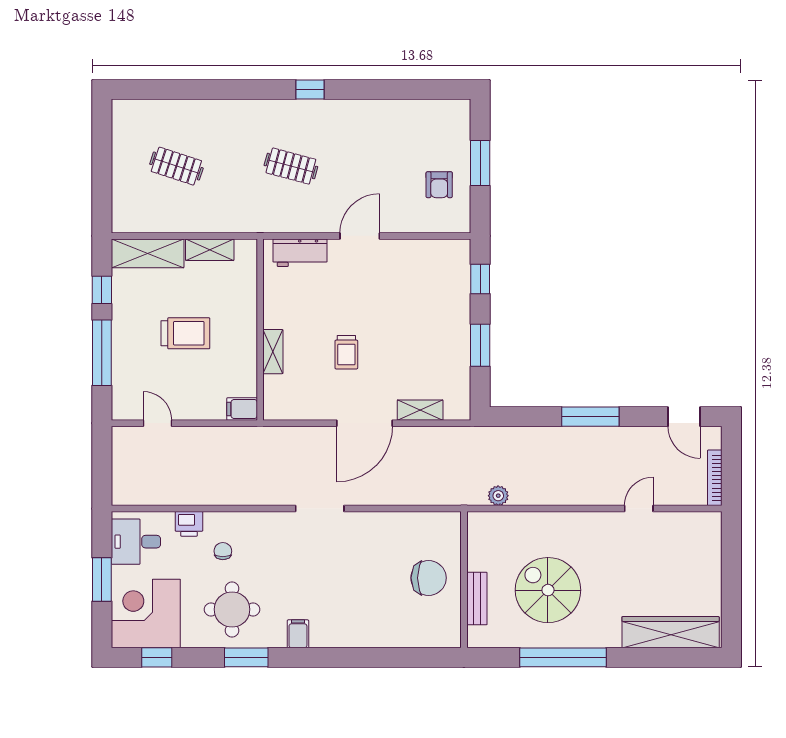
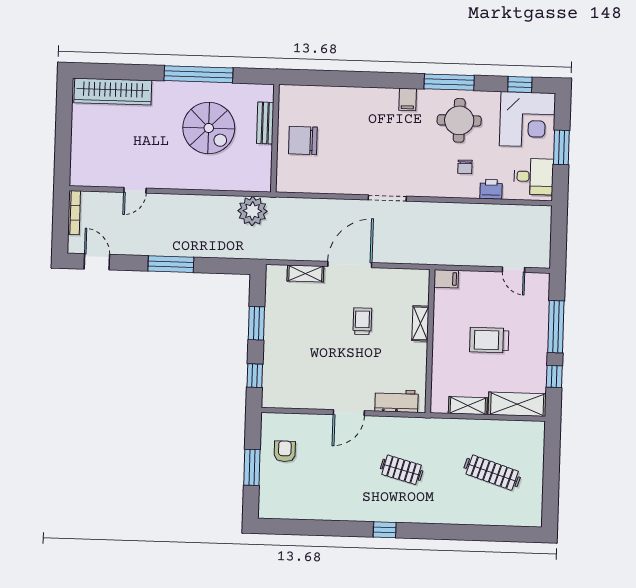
clothes rail: (176, 166) -> (492, 473), width x1.36
plant: (498, 496) -> (252, 211), width x1.88, depth x1.88
window: (246, 657) -> (449, 82), width x1.44

